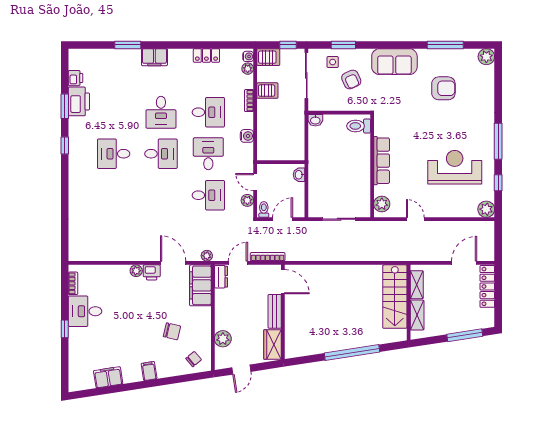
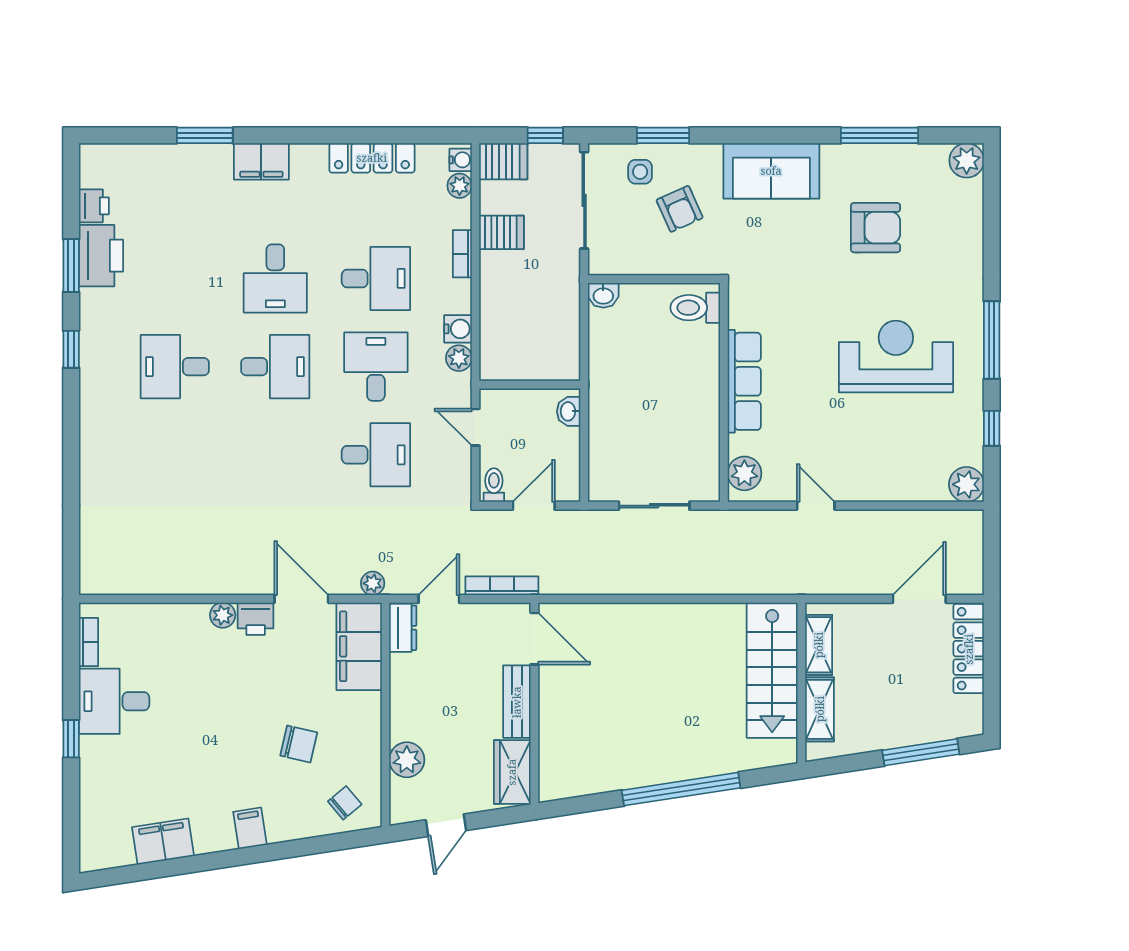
locker: (206, 55) -> (372, 158), width x1.53
reception desk: (455, 167) -> (896, 356), moved
plant: (247, 200) -> (459, 358), moved

